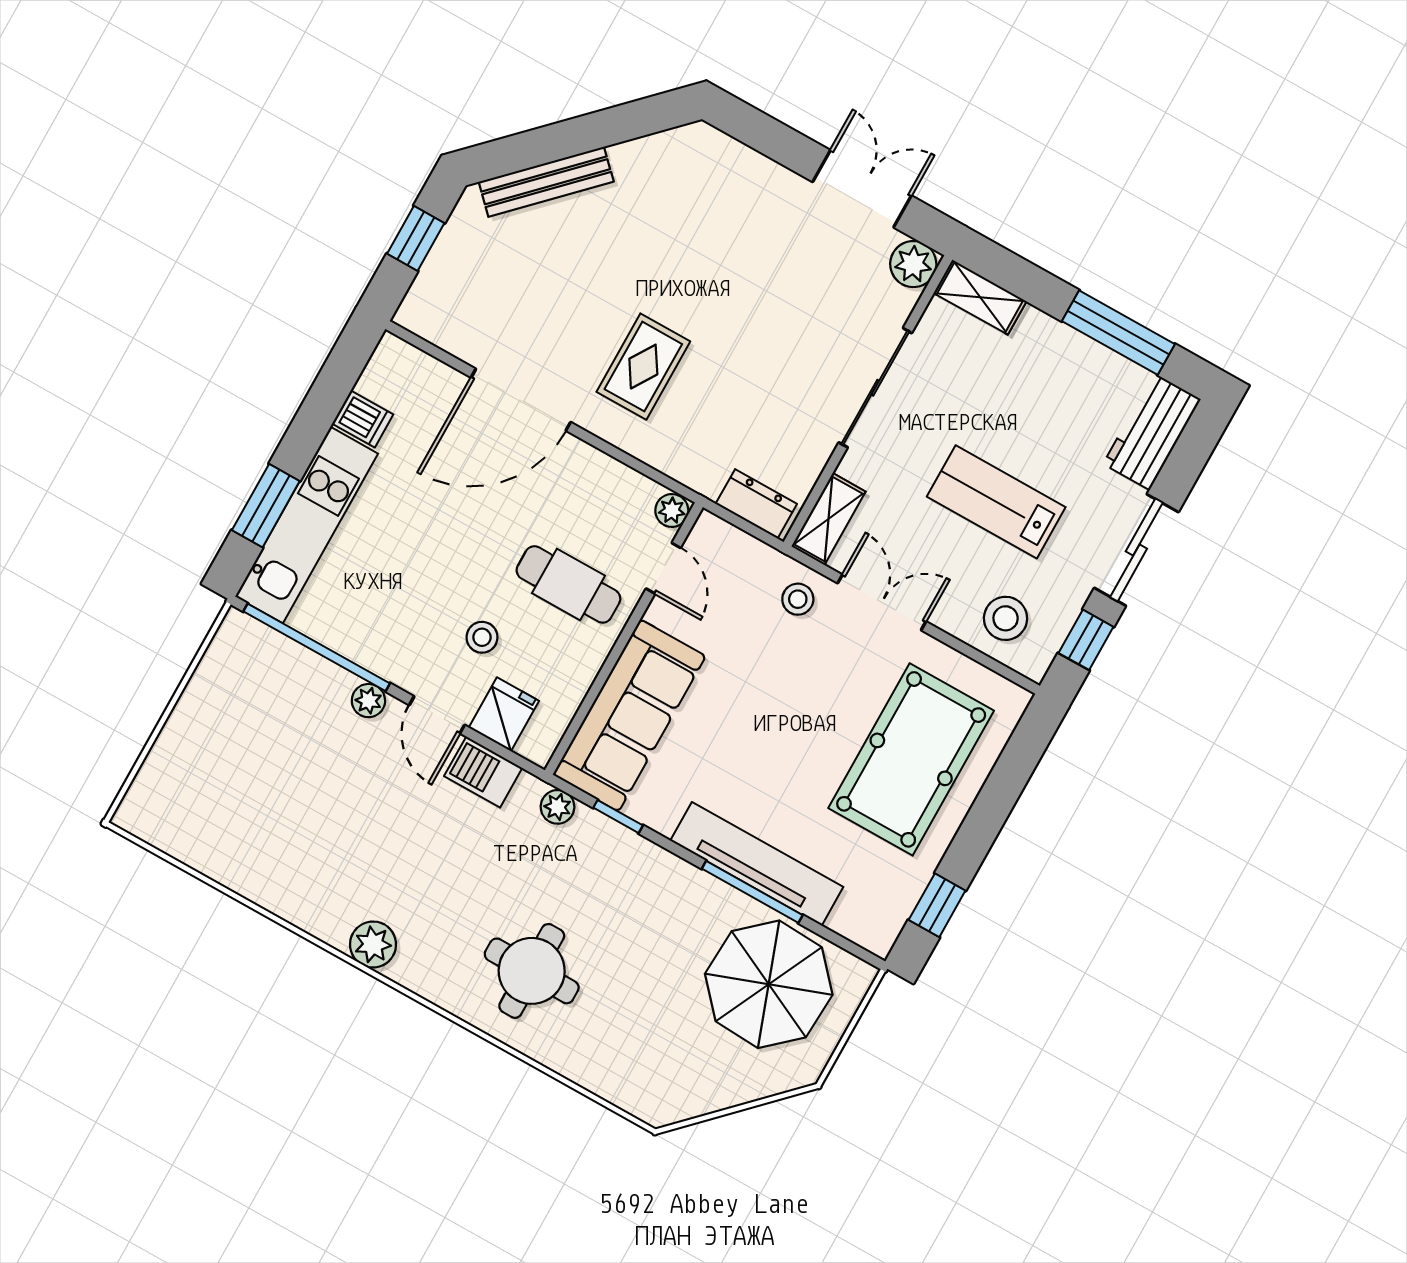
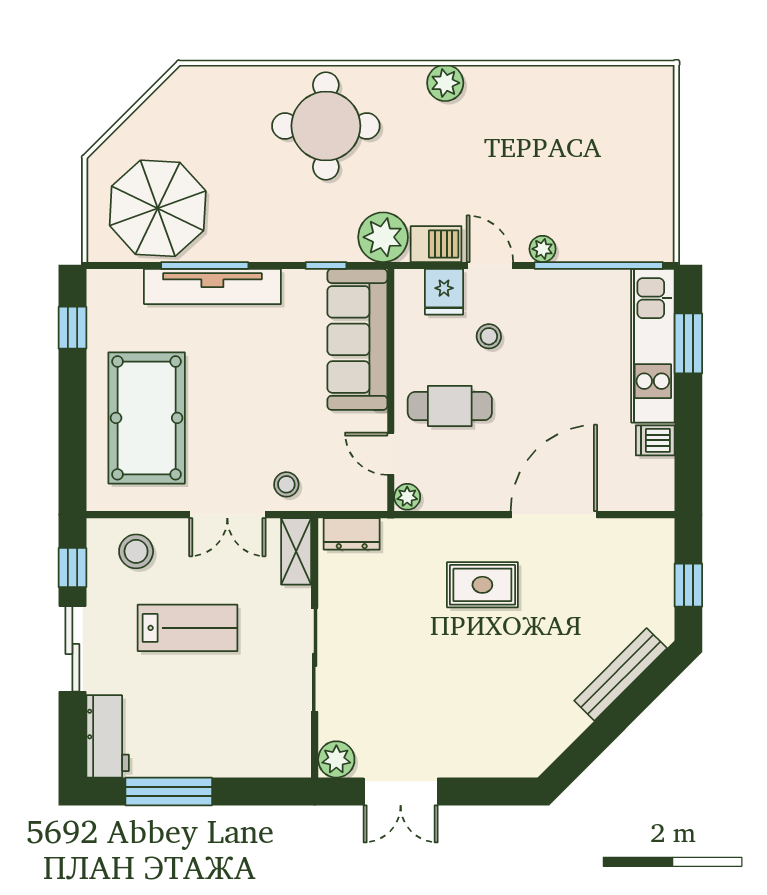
shelving: (980, 297) -> (278, 763), removed
rug: (643, 367) -> (482, 585), turned 90
plant: (557, 807) -> (383, 237), width x1.87, depth x1.87
round table: (532, 971) -> (326, 126), width x1.36, depth x1.36

